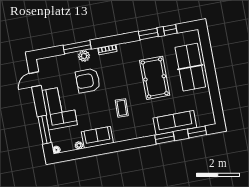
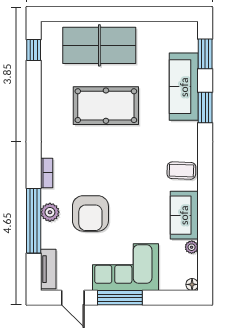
window: (170, 30) -> (34, 50), moved
window: (148, 34) -> (34, 103), removed
window: (77, 47) -> (34, 221), width x1.46
tv unit: (50, 61) -> (48, 269), added
coffee table: (122, 108) -> (181, 171), moved
window: (44, 130) -> (120, 298), moved

